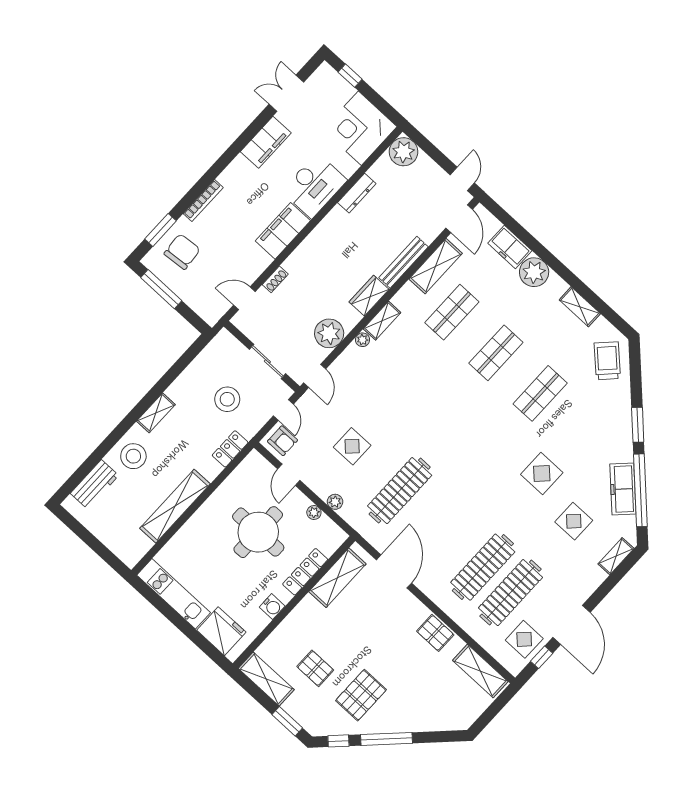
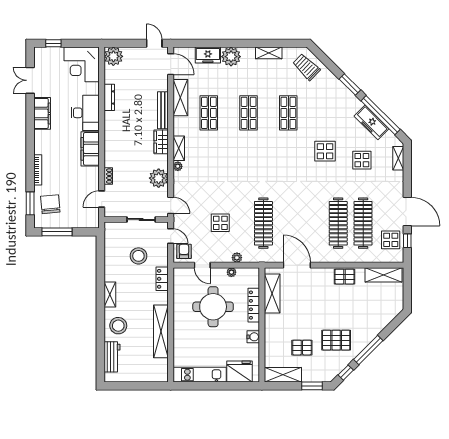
armchair: (282, 441) -> (184, 251), turned -90
pallet: (361, 695) -> (336, 340), turned 90

